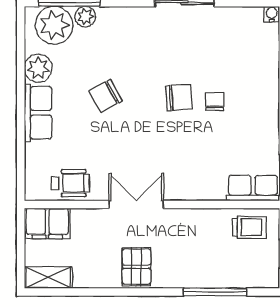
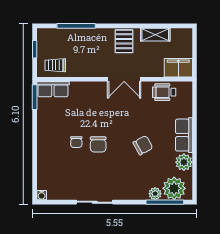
chair: (179, 97) -> (98, 144), turned -86
shelving: (48, 278) -> (155, 35), moved

